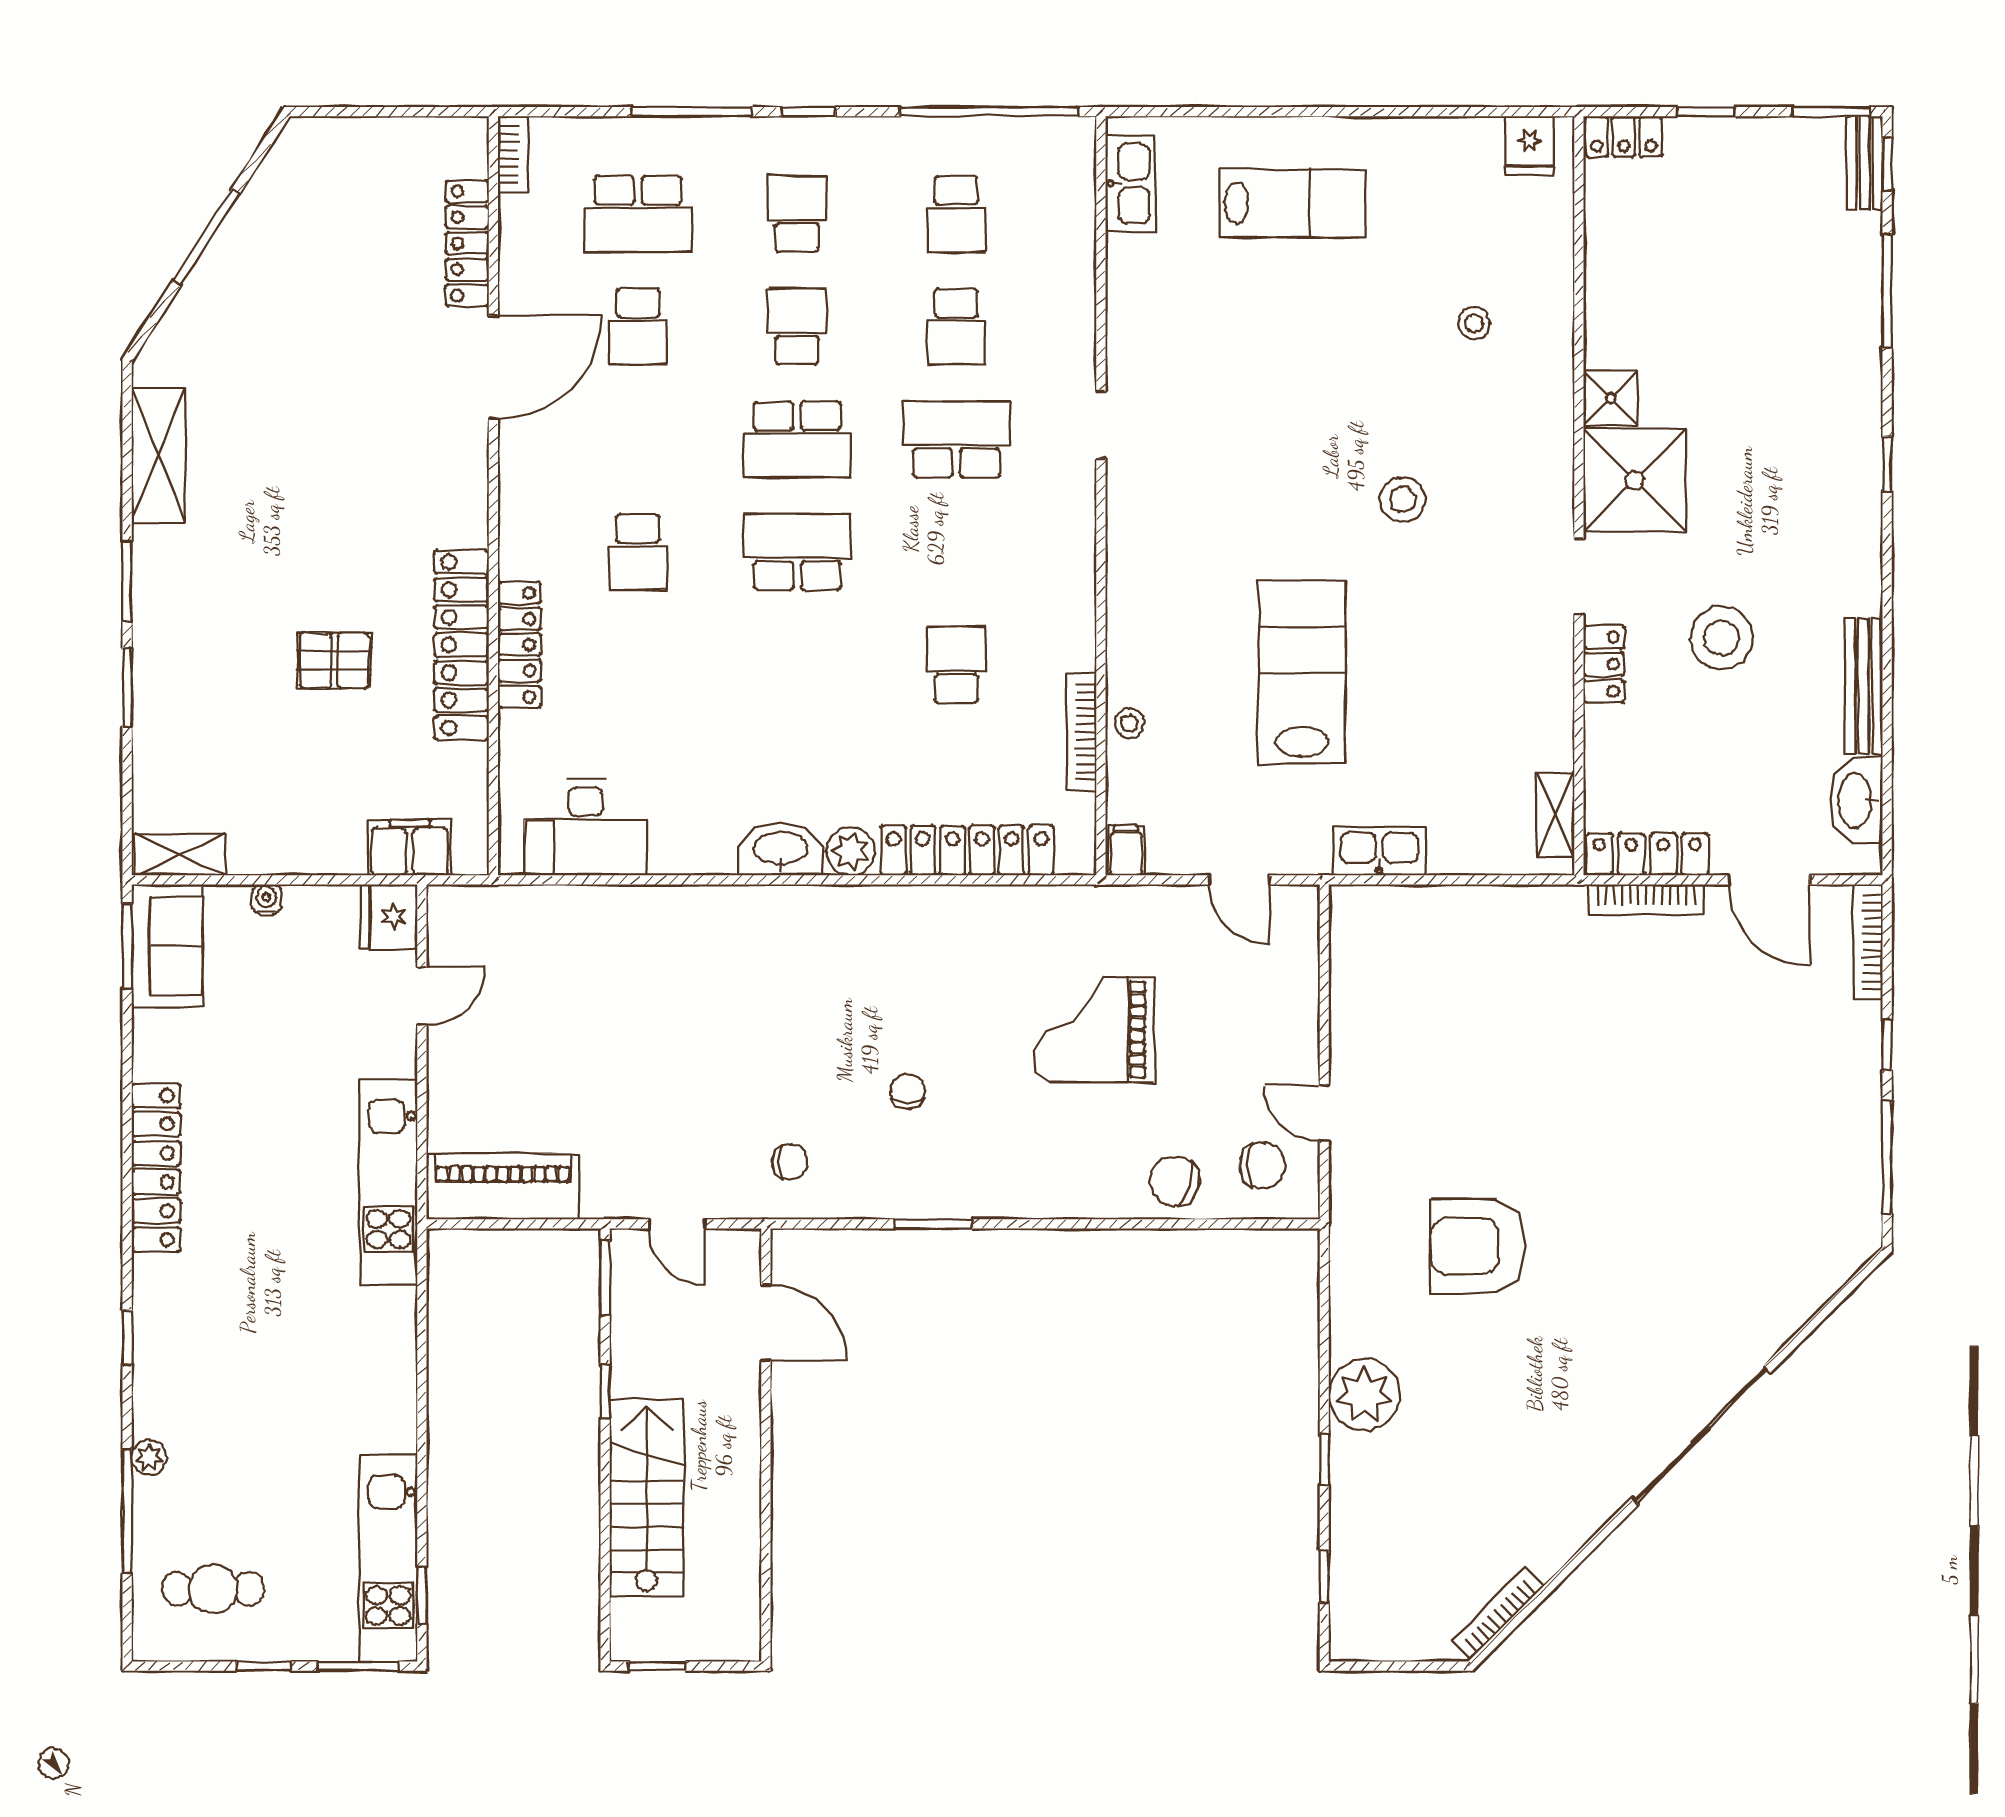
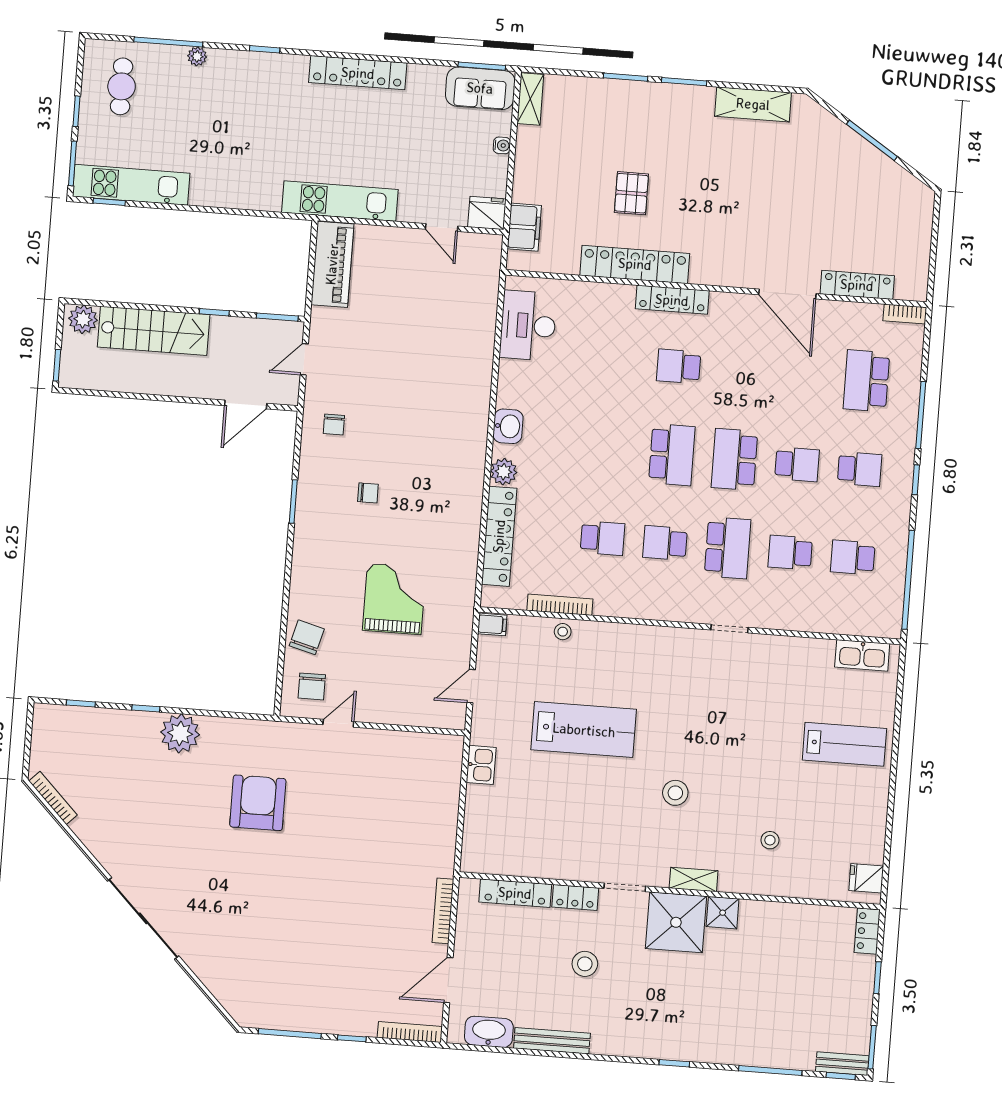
lab bench: (1292, 203) -> (844, 744), turned -90
school desk: (638, 327) -> (665, 543), moved
stool: (1721, 638) -> (585, 964), width x0.73, depth x0.73
locker: (519, 645) -> (672, 300), moved
shelving: (1555, 815) -> (694, 879), moved
washbasin: (781, 850) -> (508, 426), width x0.72
kitchen sink: (1379, 851) -> (481, 765), width x0.73
locker: (1647, 854) -> (515, 893), moved, turned 90
plant: (636, 1626) -> (83, 319), added
window: (657, 1666) -> (57, 365), moved

